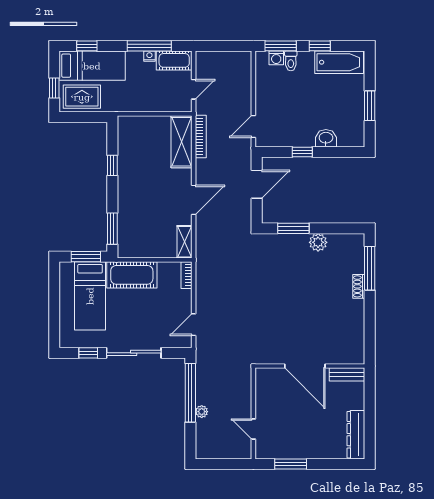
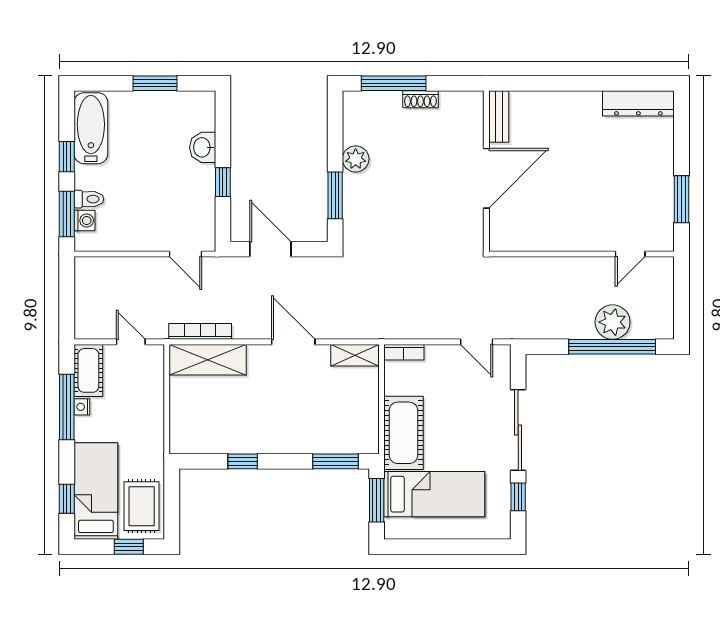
door: (305, 366) -> (486, 178), moved
wall: (310, 366) -> (486, 171), moved
bench: (347, 374) -> (499, 116), moved
window: (190, 393) -> (612, 347), moved
plant: (202, 412) -> (613, 322), width x1.88, depth x1.88

